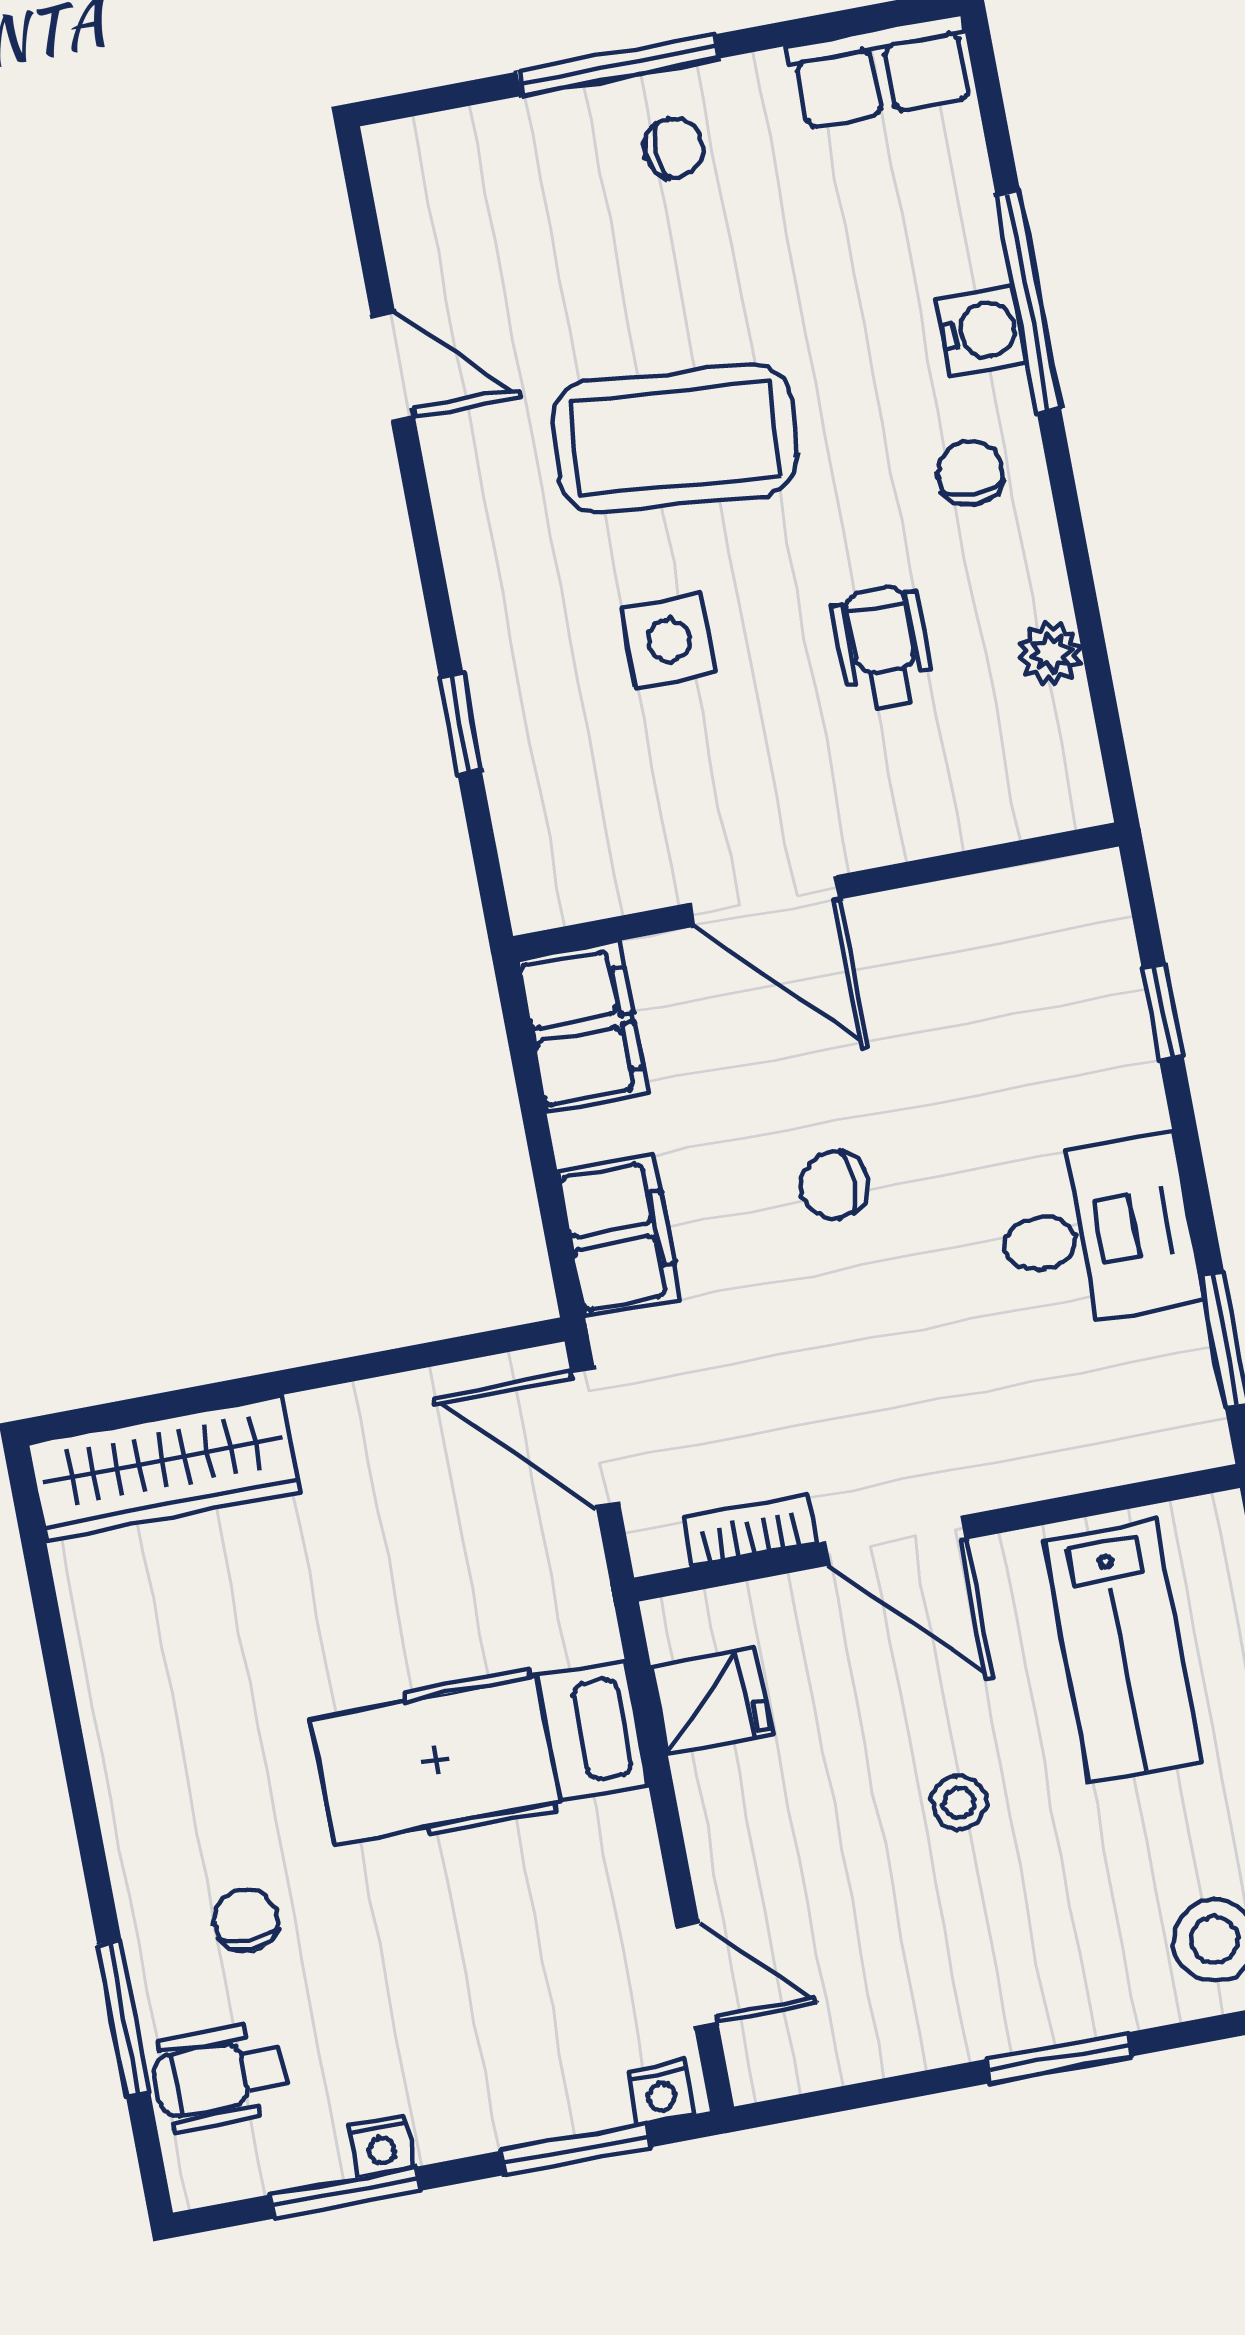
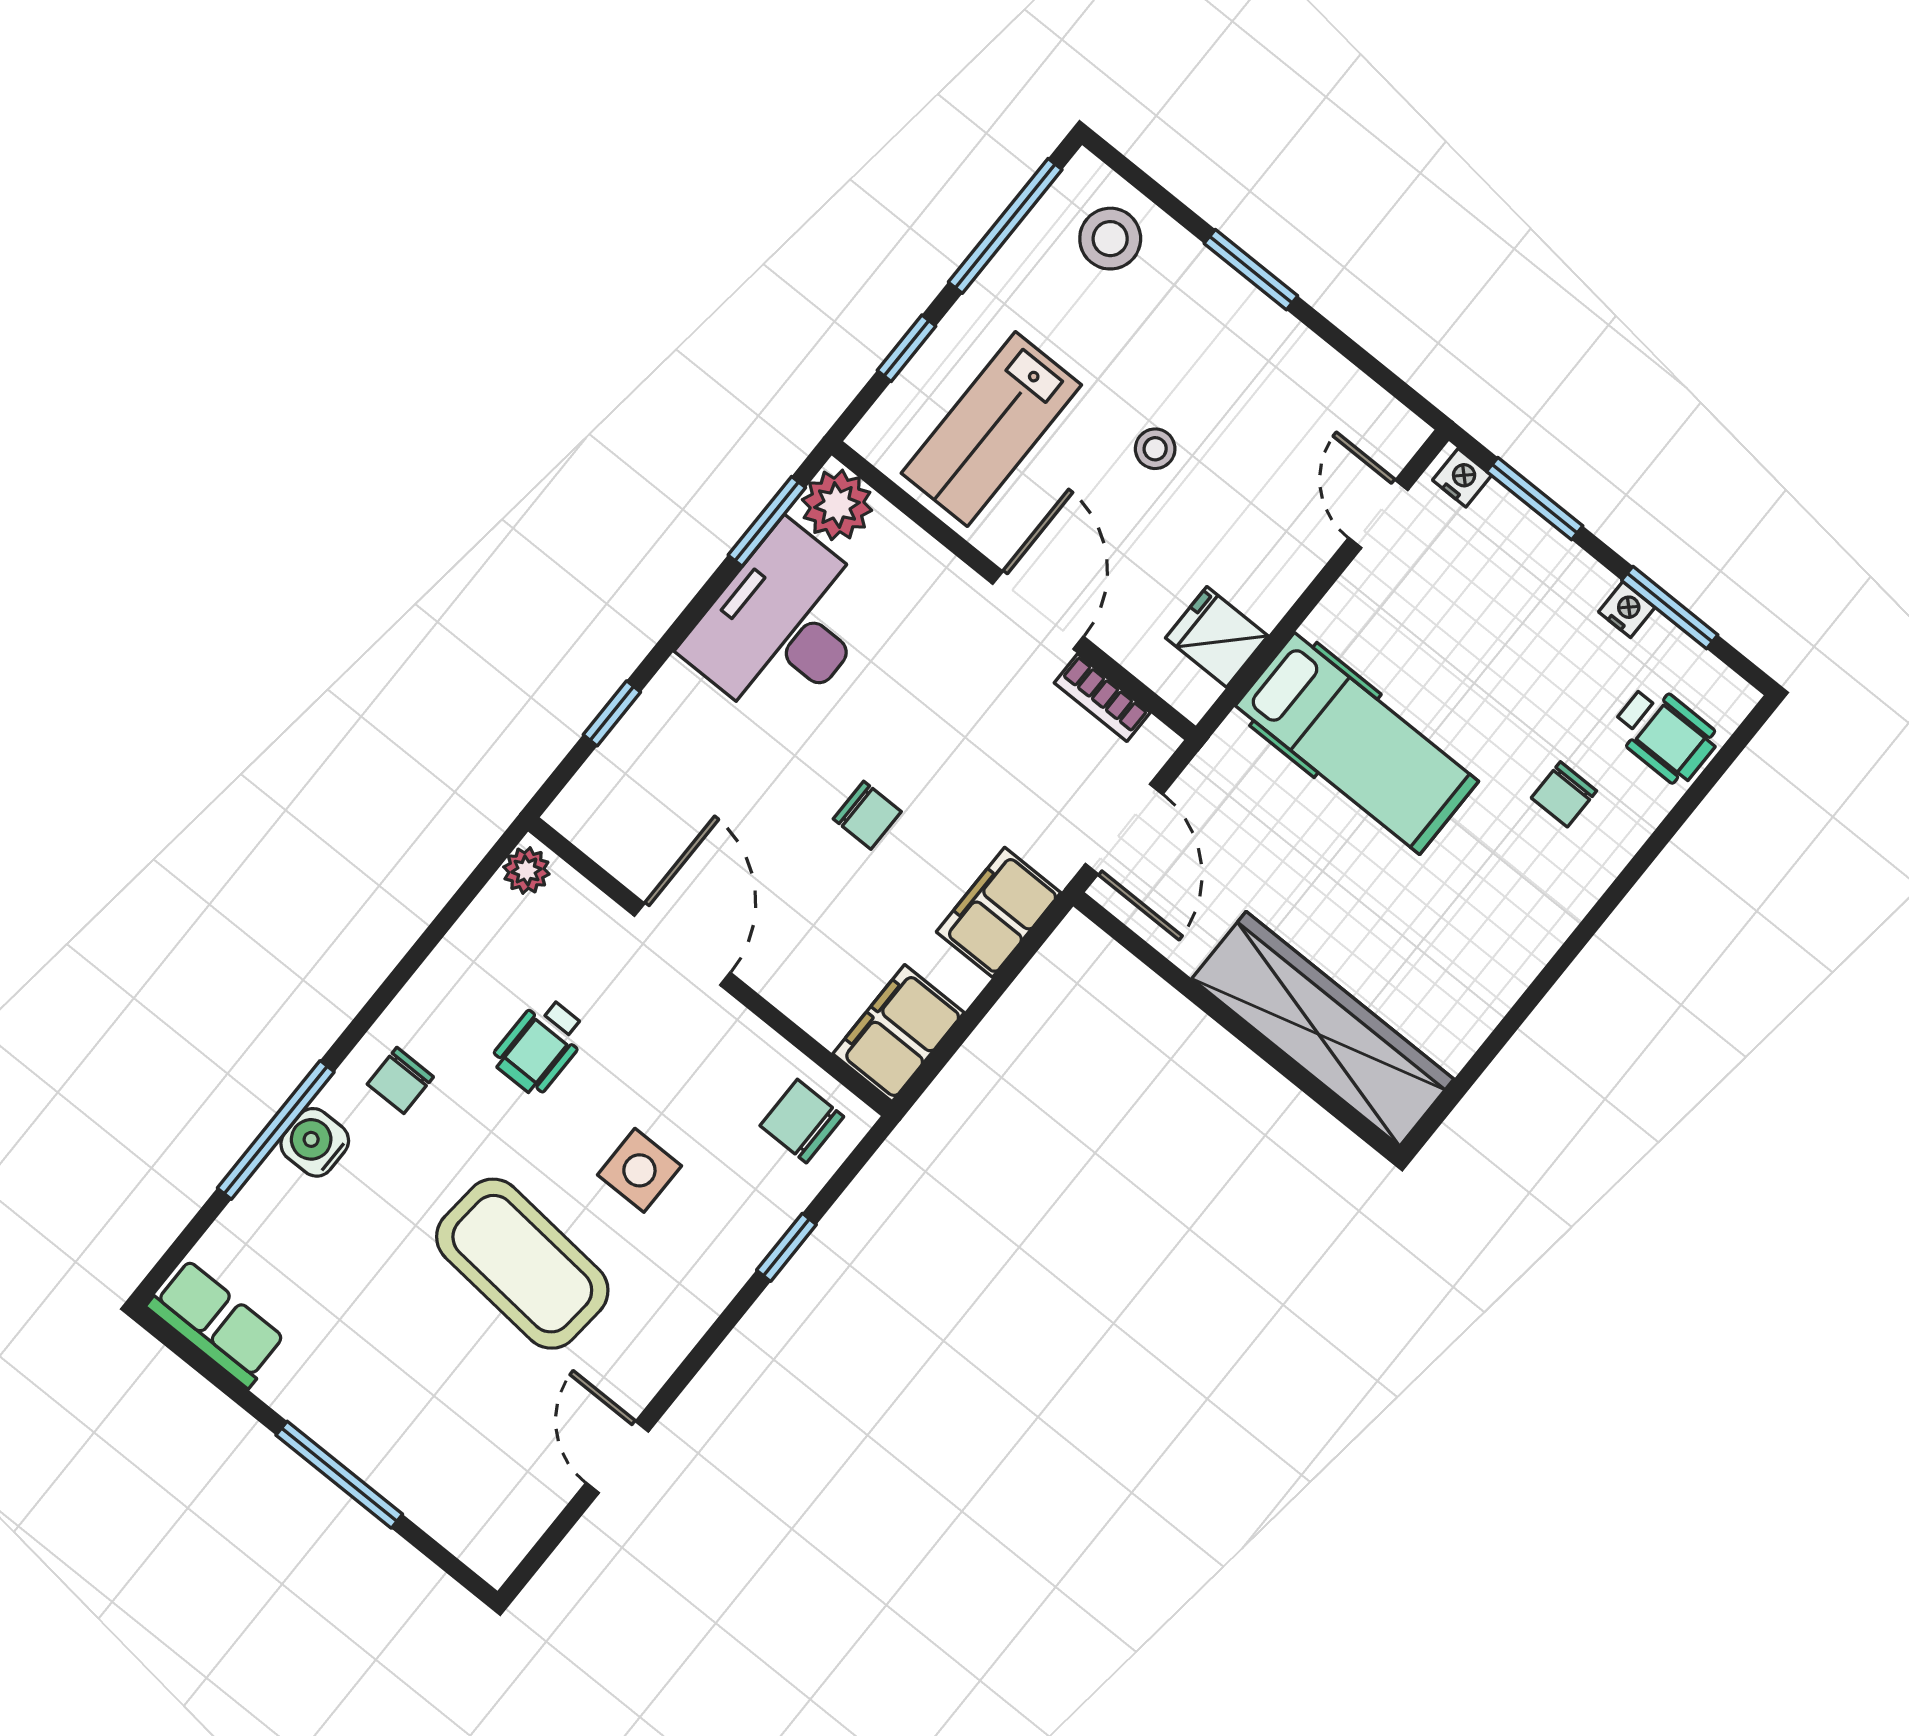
chair: (674, 148) -> (802, 1121), moved, width x1.37, depth x1.37
plant: (1050, 653) -> (526, 871), moved
door: (765, 901) -> (682, 944), moved
desk: (1097, 1233) -> (783, 626), width x1.37
plant: (1180, 1426) -> (837, 505), added
wardrobe: (163, 1468) -> (1323, 1029), width x1.40, depth x1.17
lab bench: (1123, 1651) -> (991, 429), turned 180
window: (124, 2019) -> (1678, 816), removed

